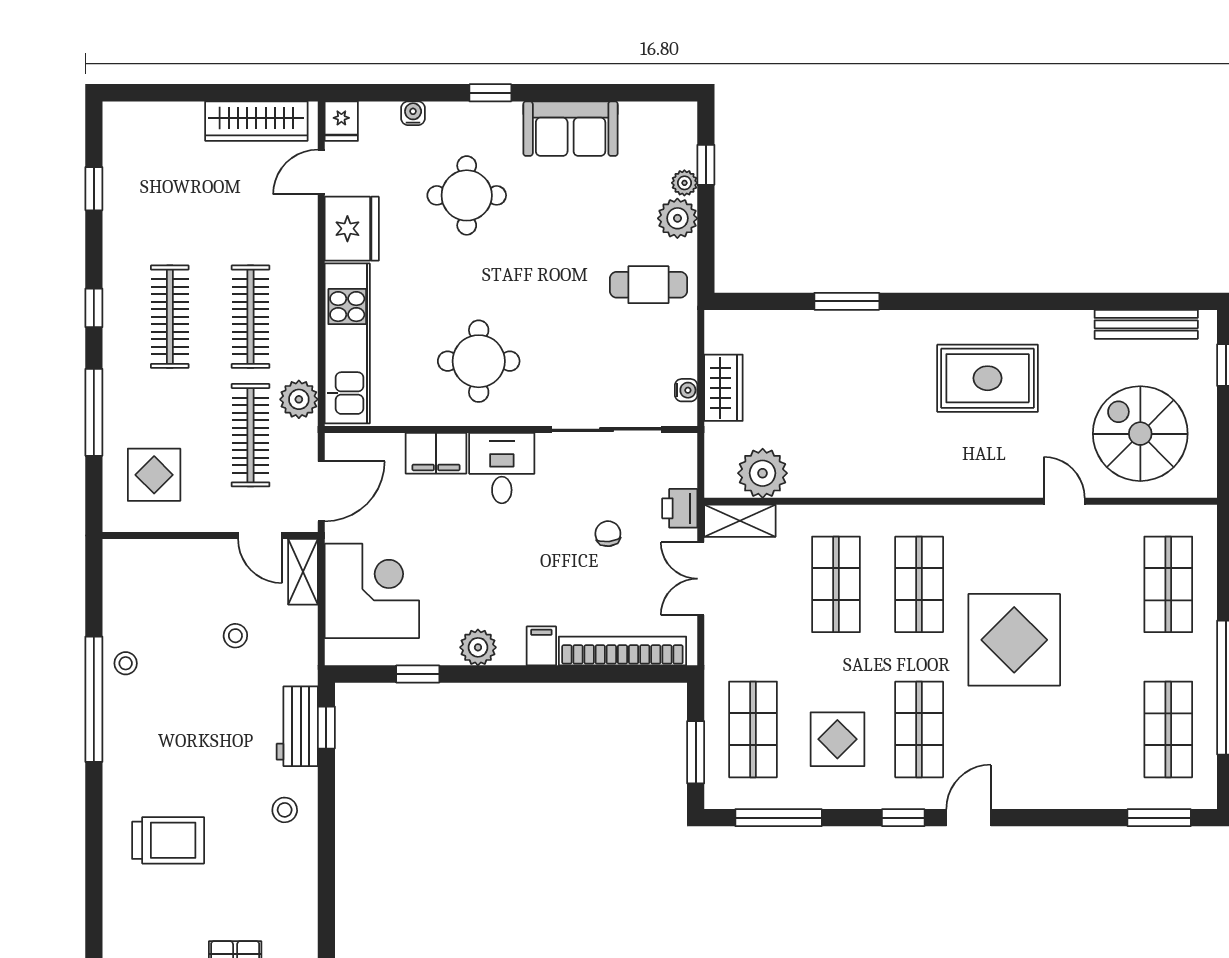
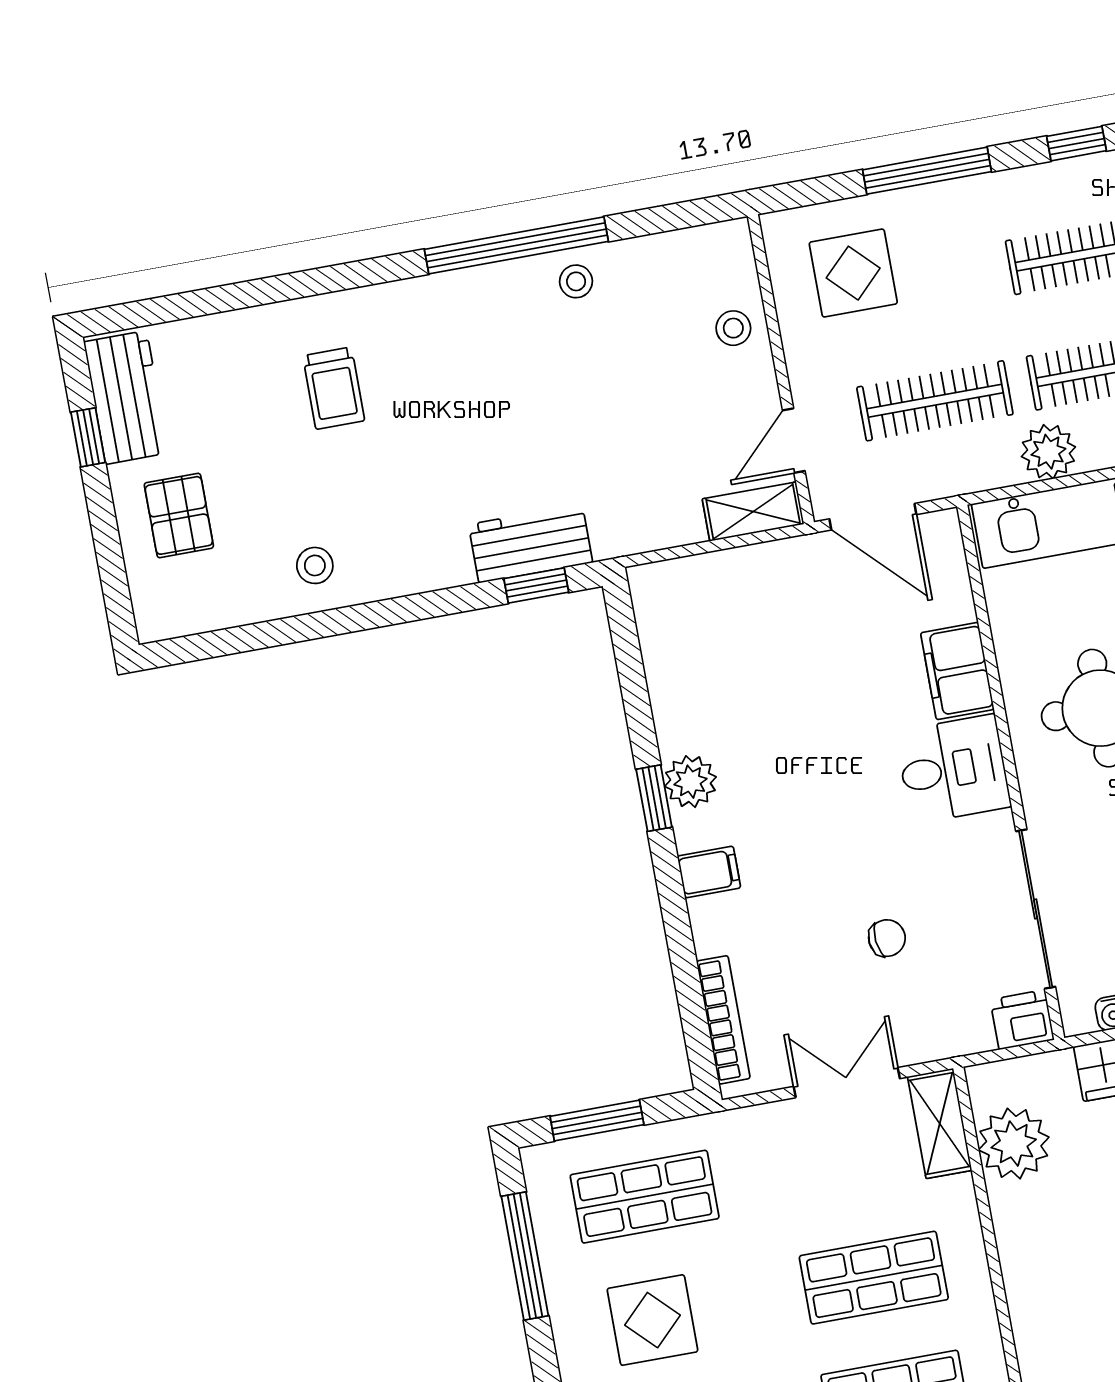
plant: (299, 399) -> (1048, 452), moved
printer: (680, 508) -> (1022, 1020), moved
corner desk: (372, 591) -> (744, 615), removed
stool: (235, 636) -> (733, 328), moved
bookcase: (622, 651) -> (723, 1020), width x0.68, depth x0.76
window: (418, 674) -> (654, 798), moved
stool: (285, 810) -> (315, 565), moved
trolley: (168, 840) -> (334, 388), width x0.73, depth x0.72

